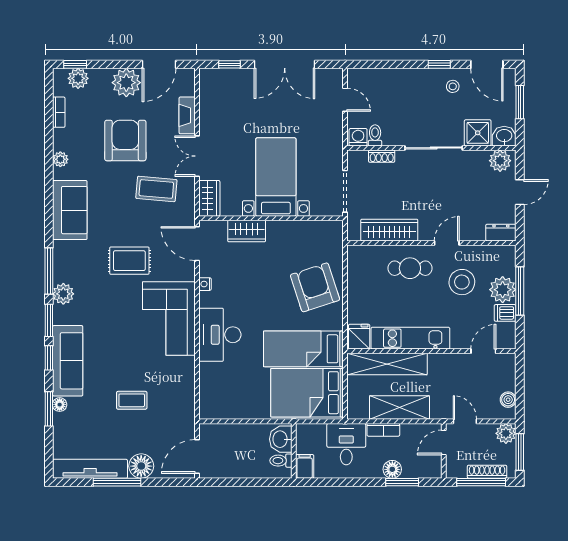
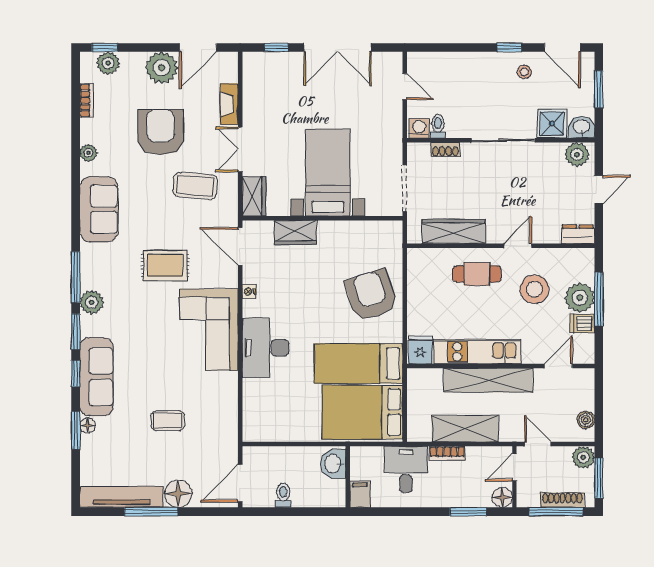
shelving: (387, 364) -> (488, 380), moved
toilet: (281, 461) -> (283, 495), moved, turned 90
floor lamp: (392, 469) -> (502, 497), moved

